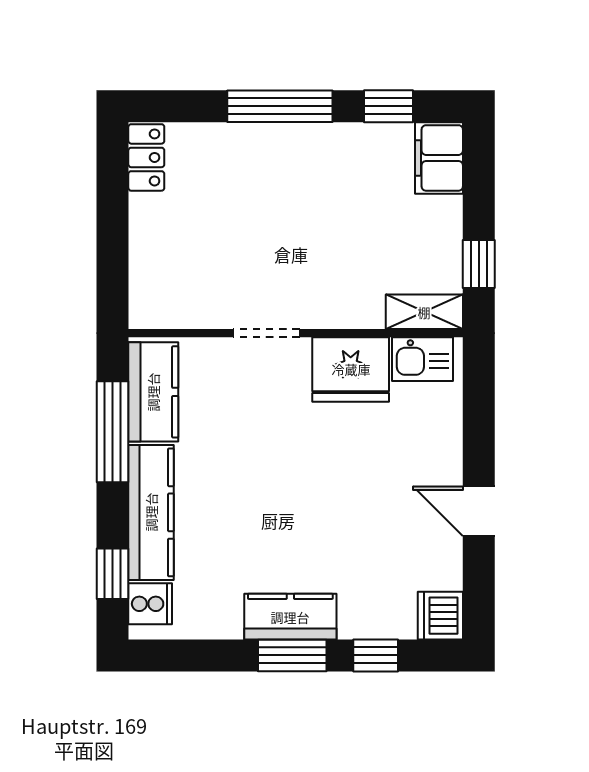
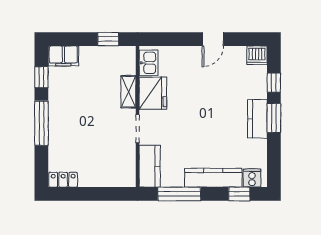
shelving: (424, 312) -> (128, 92), moved
kitchen counter: (153, 392) -> (150, 166), moved, turned 90

